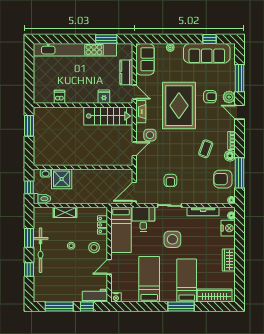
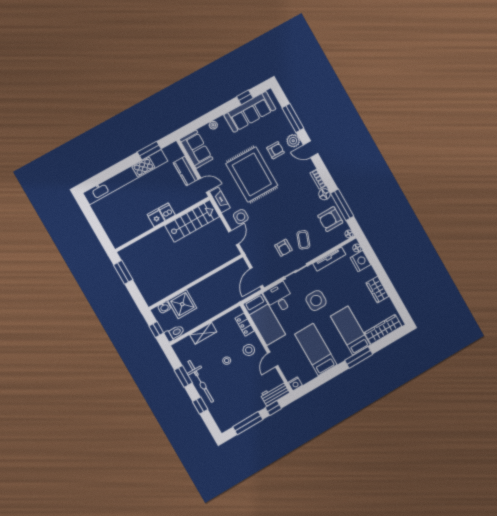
dishwasher: (59, 97) -> (167, 212), moved
fridge: (104, 97) -> (156, 218), moved
coffee table: (206, 149) -> (303, 240), moved

